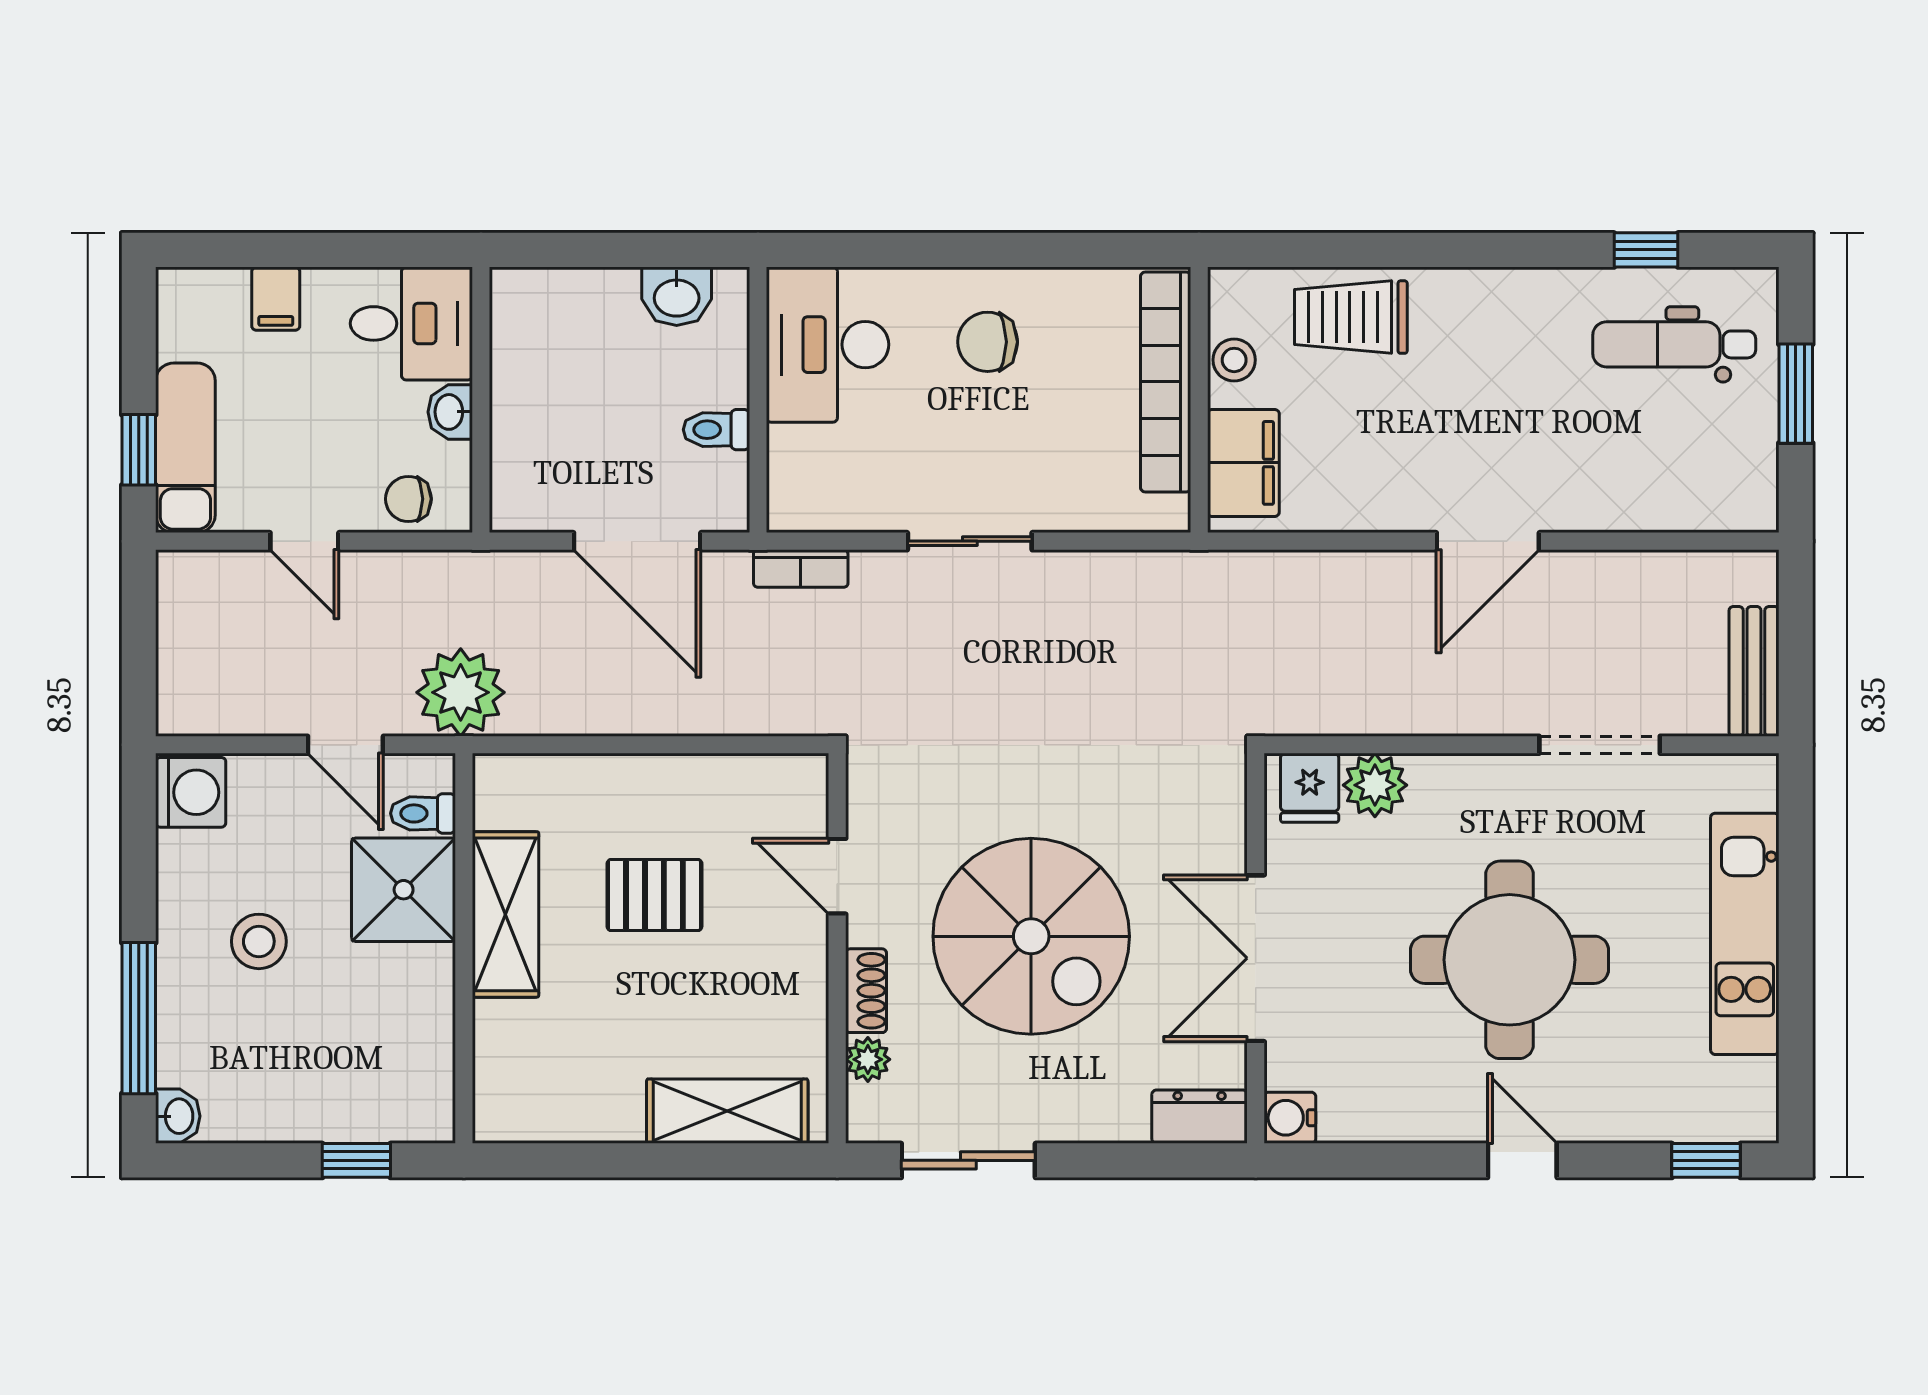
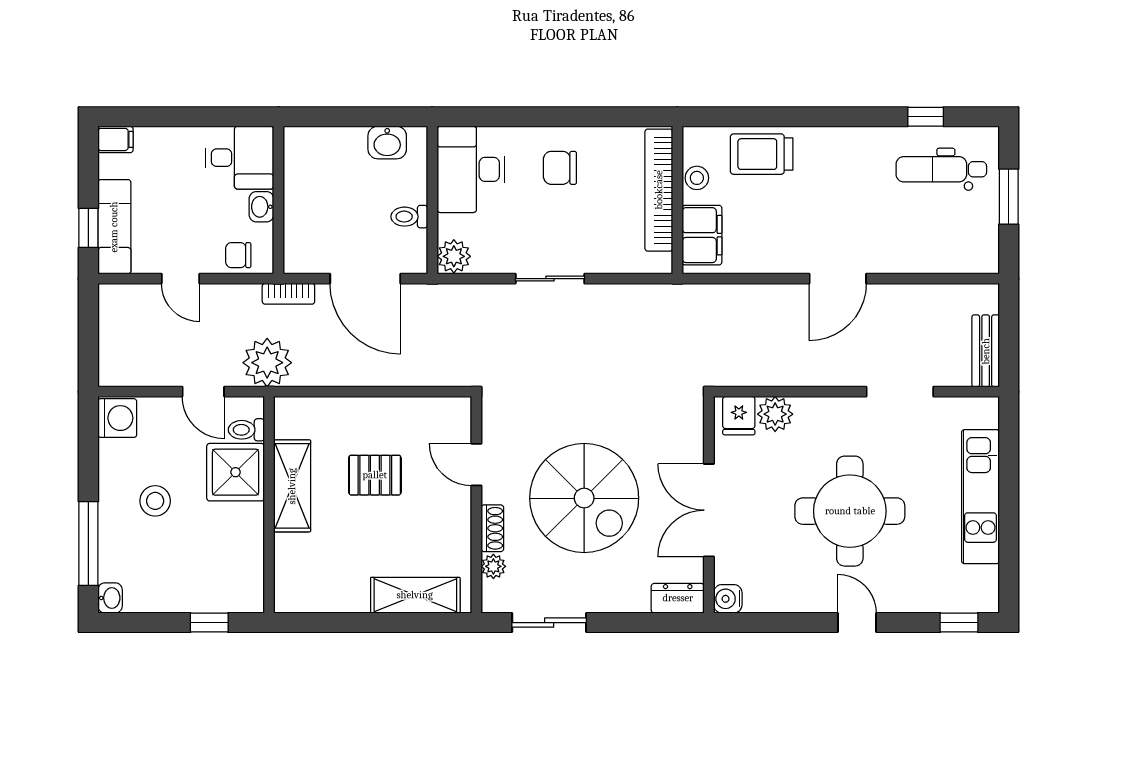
filing cabinet: (276, 299) -> (115, 139), moved, turned -90
plant: (797, 501) -> (454, 256), added
bookcase: (801, 569) -> (288, 294), moved

